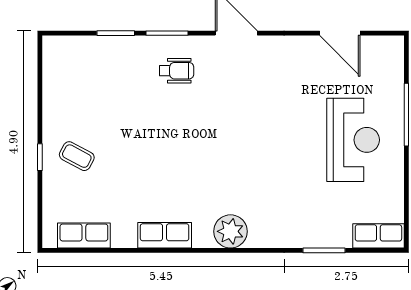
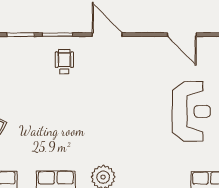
wheelchair: (177, 71) -> (64, 62), turned -90

